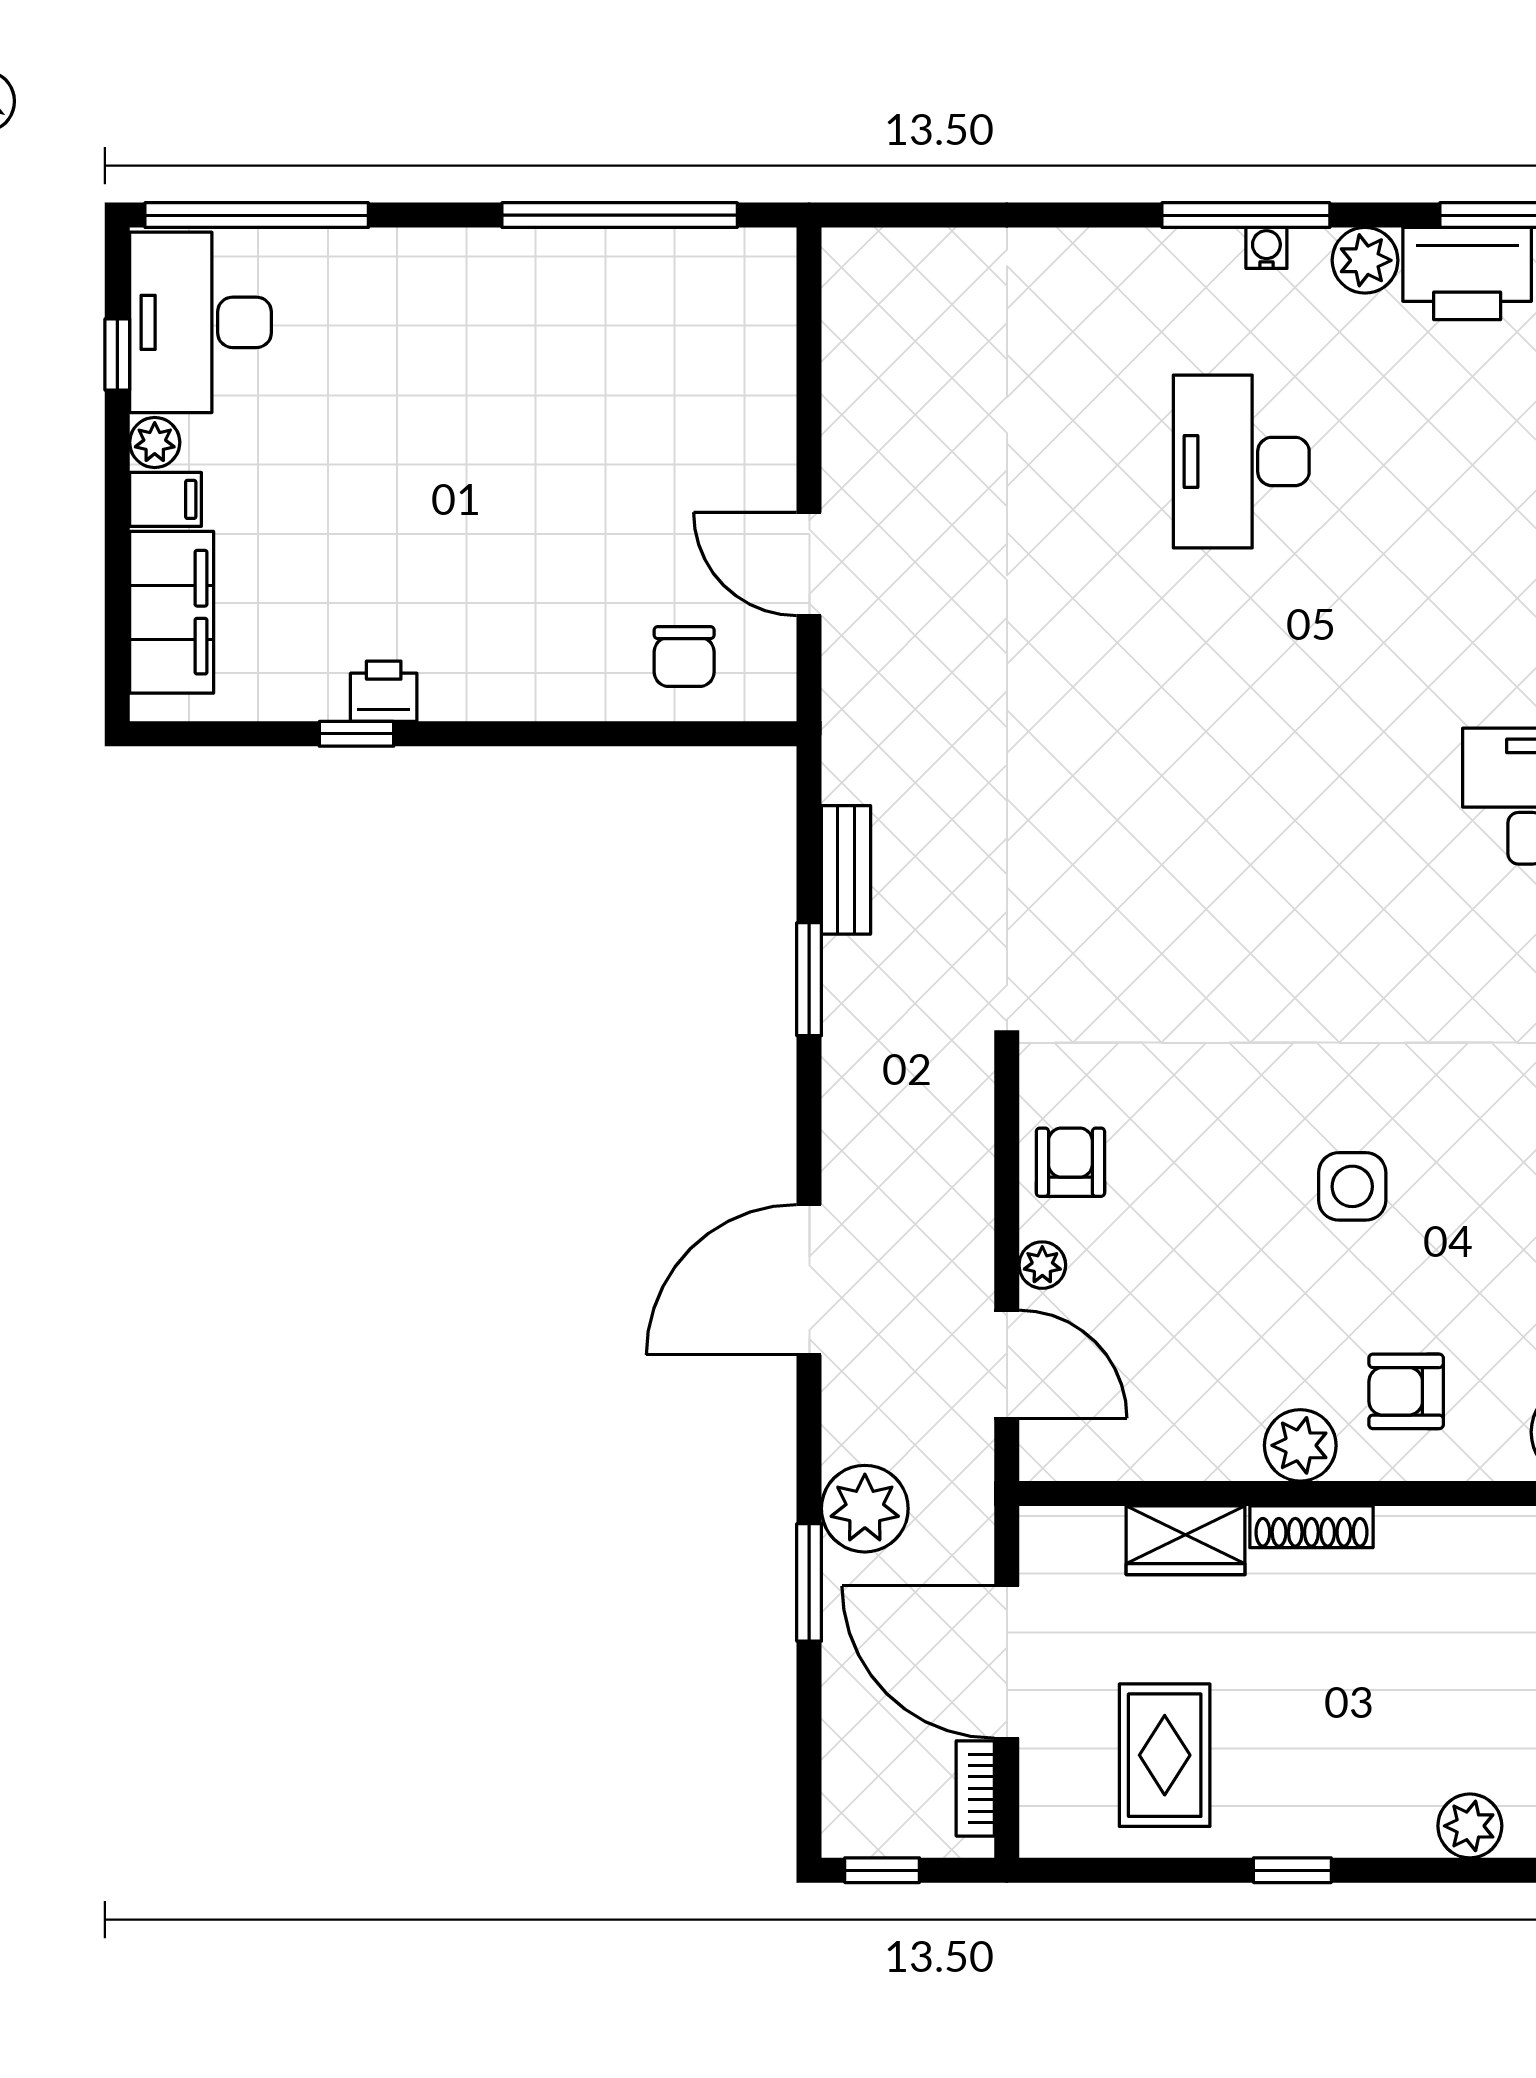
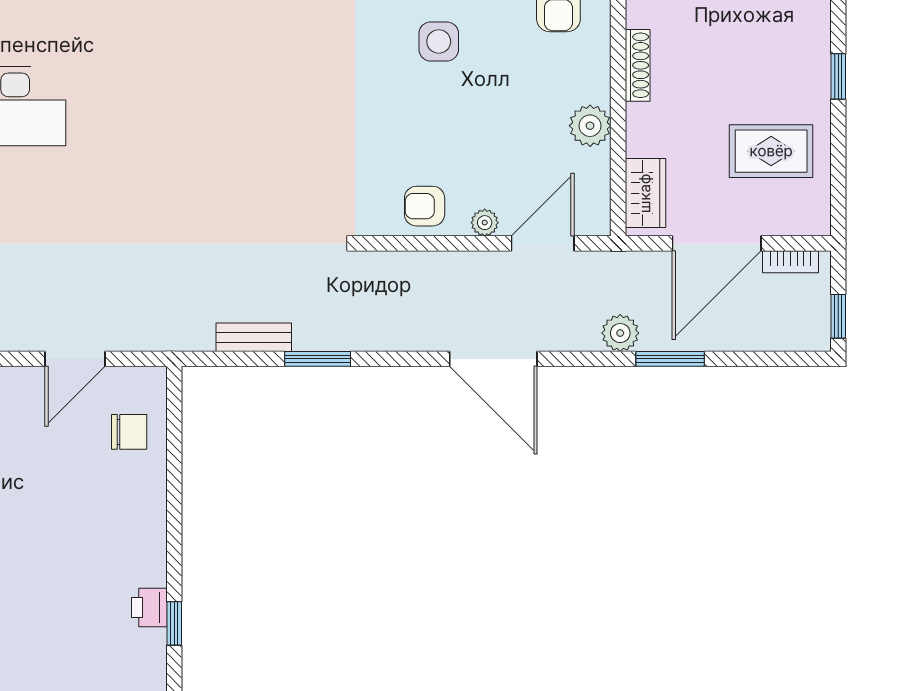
plant: (1300, 1445) -> (590, 126), moved
plant: (865, 1509) -> (620, 333), width x0.73, depth x0.73
wardrobe: (1186, 1540) -> (645, 193), moved

